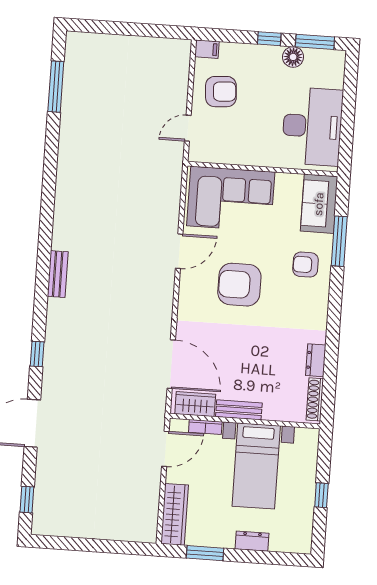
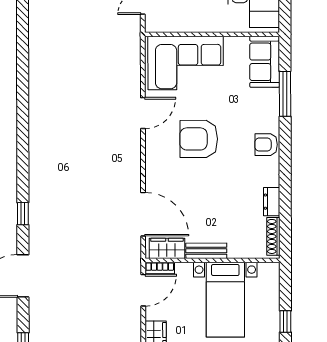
armchair: (305, 265) -> (266, 145), moved
bench: (58, 274) -> (36, 141), removed
bookcase: (205, 427) -> (160, 268), moved

